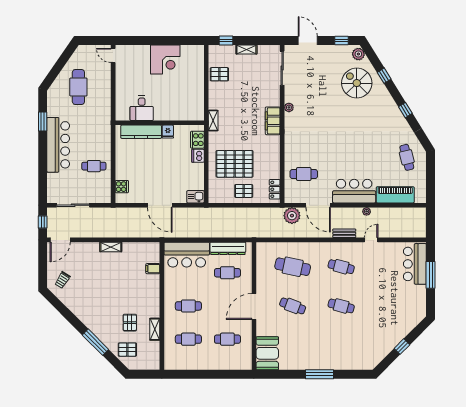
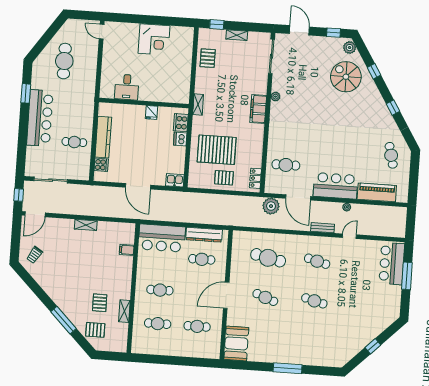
pallet: (219, 74) -> (208, 58), turned 90
kitchen counter: (141, 132) -> (103, 137), moved, turned -90

